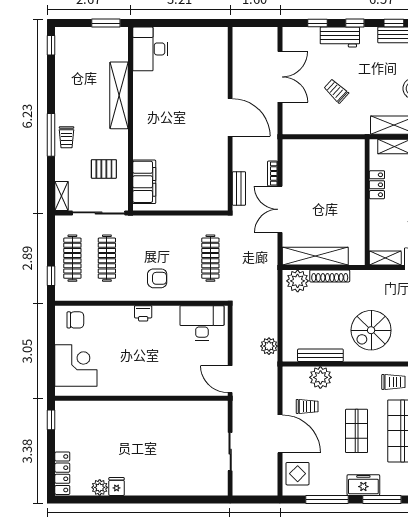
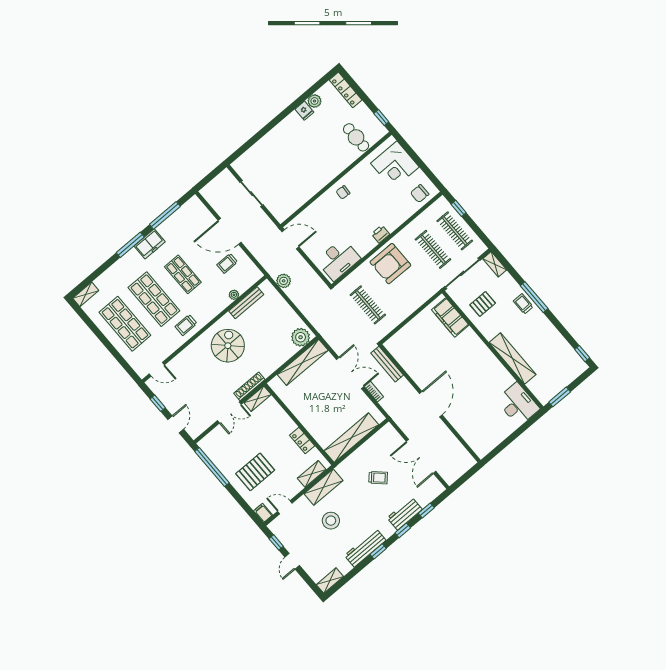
door: (230, 117) -> (431, 404), swing flipped
shelving: (329, 149) -> (351, 438), added
bench: (239, 188) -> (387, 364), width x1.36
shoe rack: (330, 276) -> (249, 386), moved
armchair: (157, 278) -> (390, 264), width x1.88, depth x1.88
plant: (320, 377) -> (234, 295), width x0.53, depth x0.53
chair: (145, 381) -> (343, 192), added
cafe table: (90, 421) -> (356, 137), added
display table: (298, 474) -> (197, 216), removed

